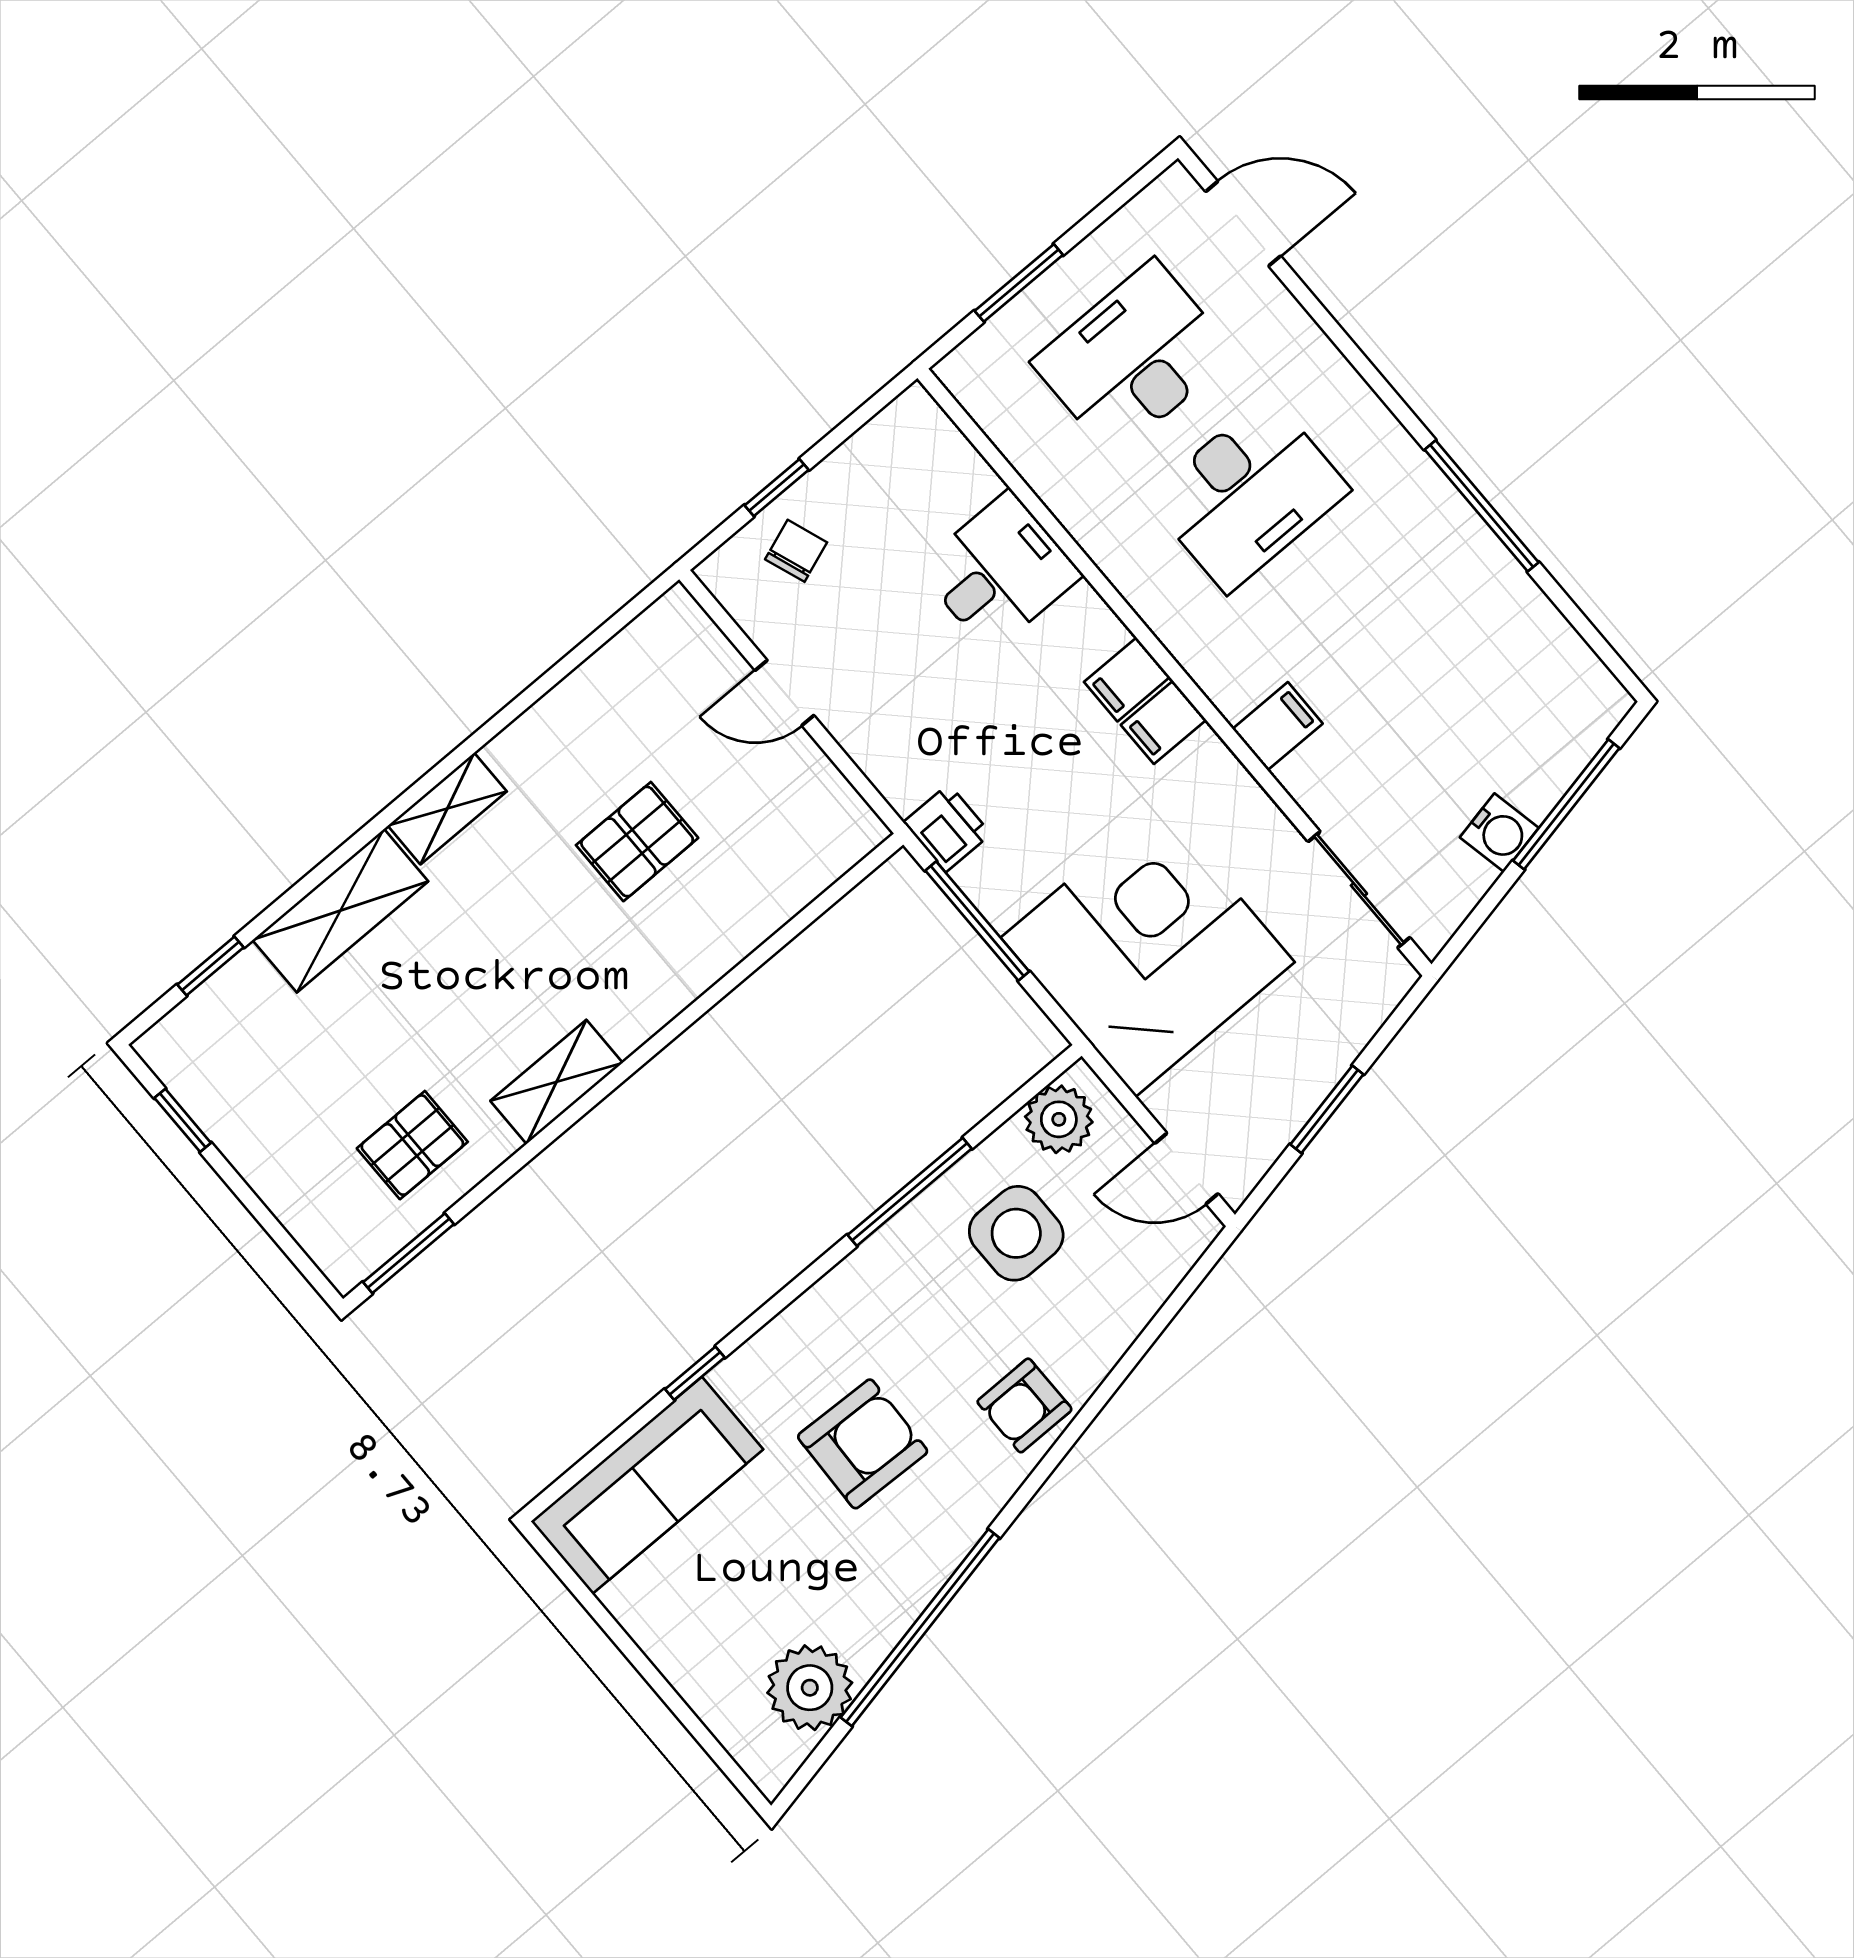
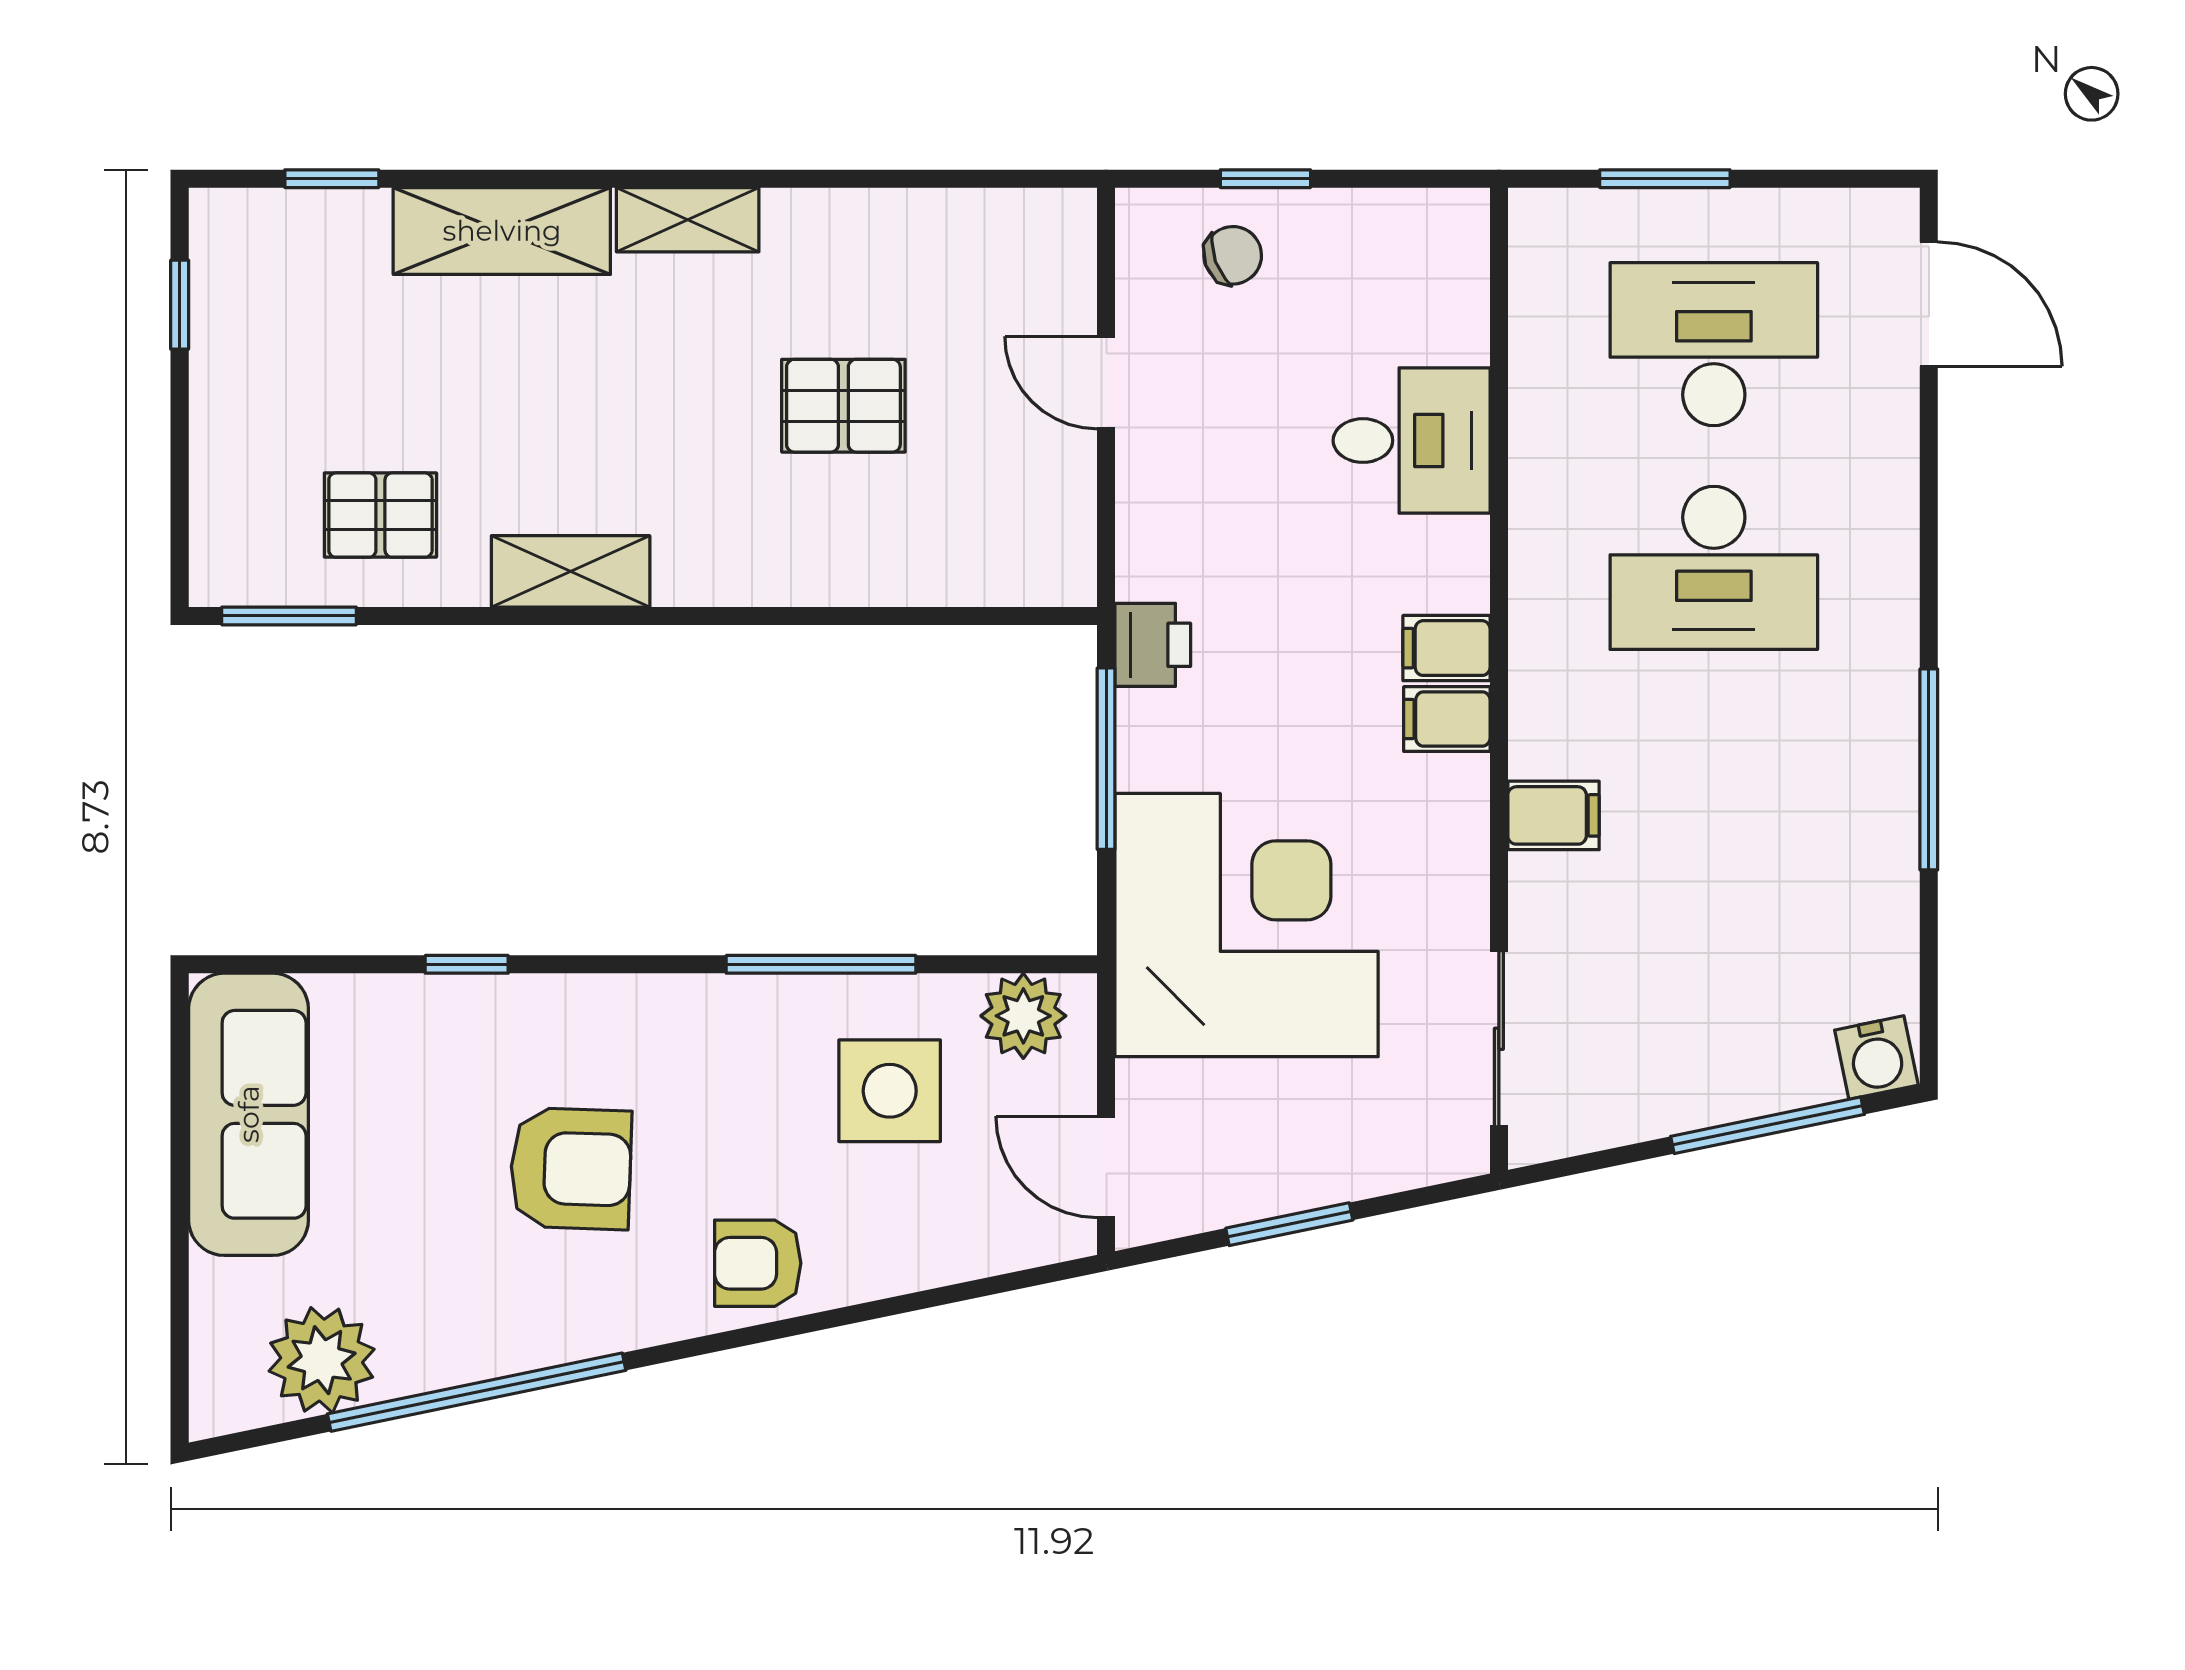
water cooler: (1499, 833) -> (1876, 1058), moved
sofa: (647, 1485) -> (249, 1114), moved, turned -90

